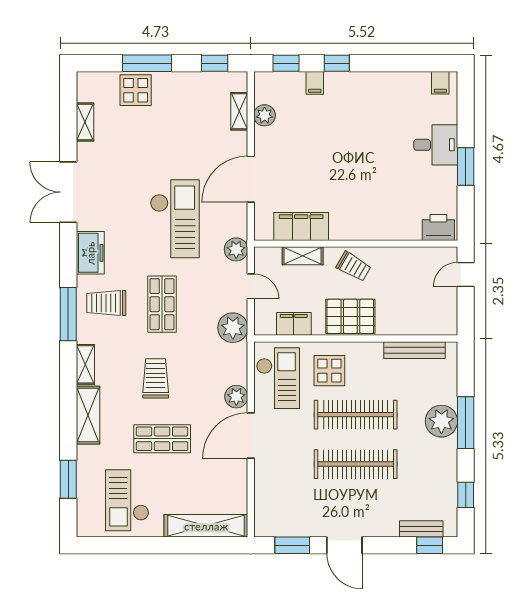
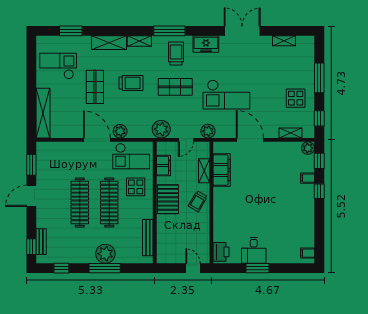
display table: (136, 90) -> (296, 98), moved
plant: (265, 115) -> (308, 148), moved
desk: (436, 145) -> (254, 250), moved

